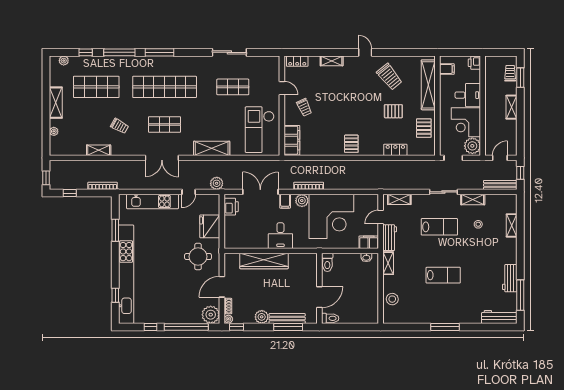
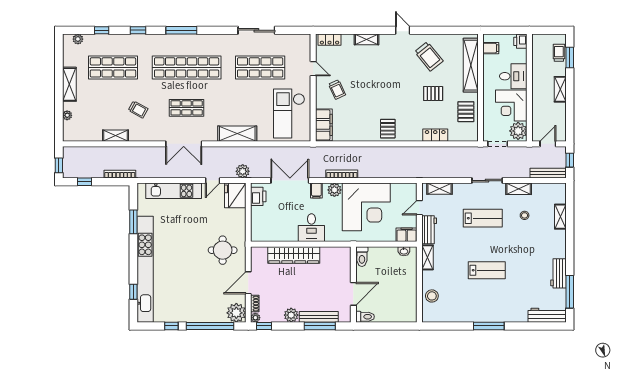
window: (119, 52) -> (138, 30), width x0.46
shop shelf: (233, 87) -> (260, 67), width x1.43, depth x1.36
fridge: (210, 226) -> (235, 195), moved

